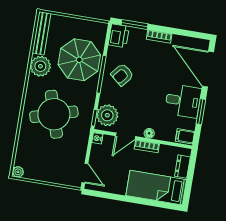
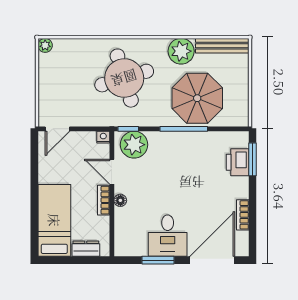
printer: (119, 36) -> (238, 162), moved, turned 90
bookcase: (159, 37) -> (243, 215), moved
armchair: (122, 75) -> (187, 155), removed
filing cabinet: (185, 136) -> (124, 246), removed

